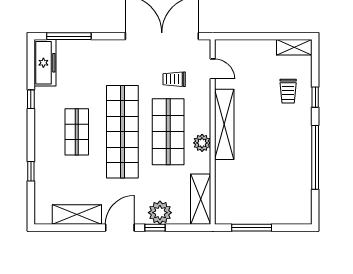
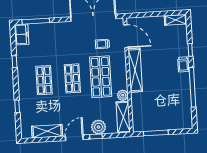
freezer: (45, 63) -> (22, 34), width x0.71
door: (213, 69) -> (126, 36), width x1.87
trolley: (288, 91) -> (183, 64), moved
shop shelf: (122, 132) -> (72, 78), width x0.50, depth x0.74
plant: (202, 143) -> (123, 95), moved

